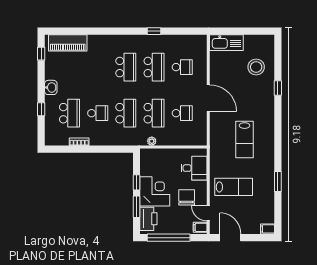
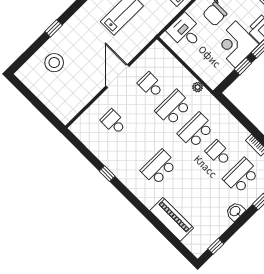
piano: (68, 43) -> (172, 219), moved
kitchen sink: (226, 43) -> (58, 106), removed
school desk: (154, 67) -> (136, 145), removed

